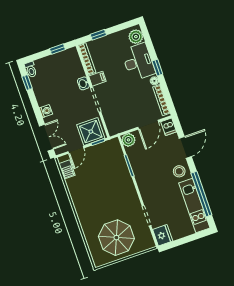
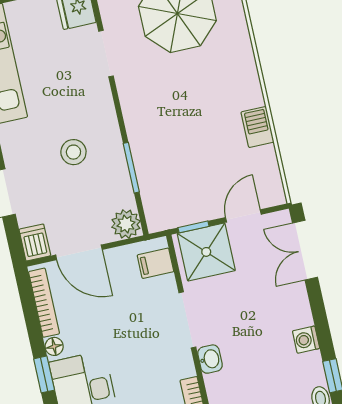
filing cabinet: (97, 79) -> (155, 263), moved
washing machine: (46, 111) -> (306, 340), moved
door: (148, 125) -> (79, 252), swing flipped
barbecue: (67, 169) -> (257, 127), moved
stool: (179, 171) -> (73, 152), moved

